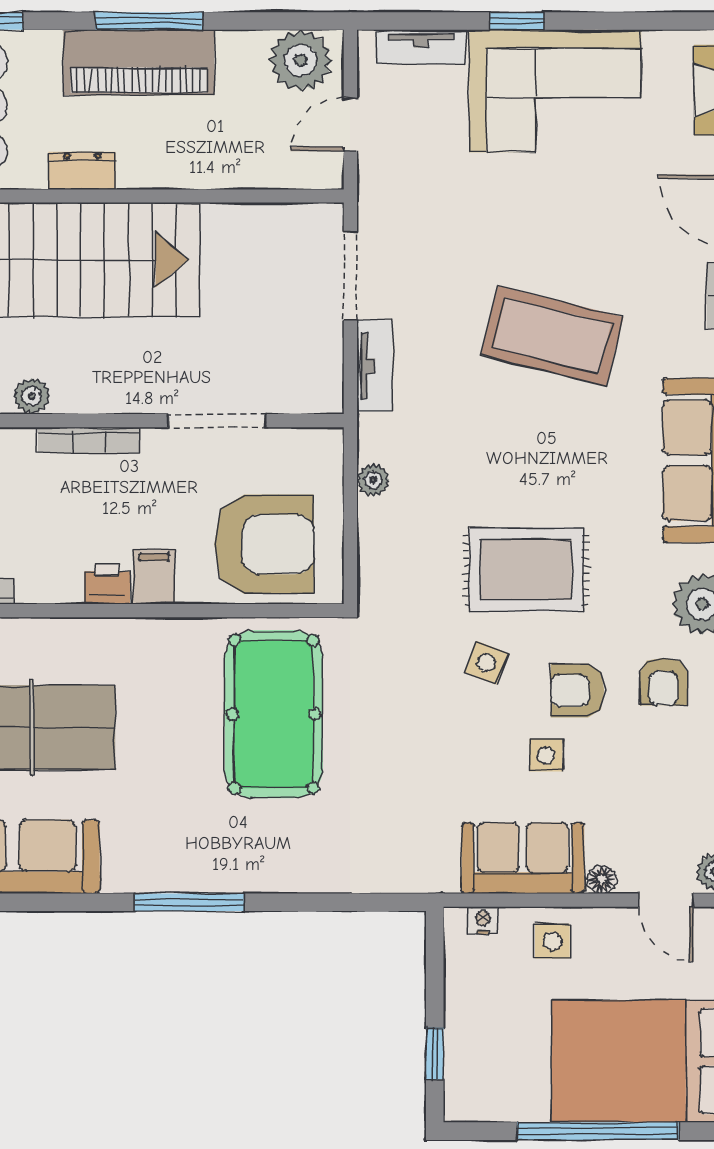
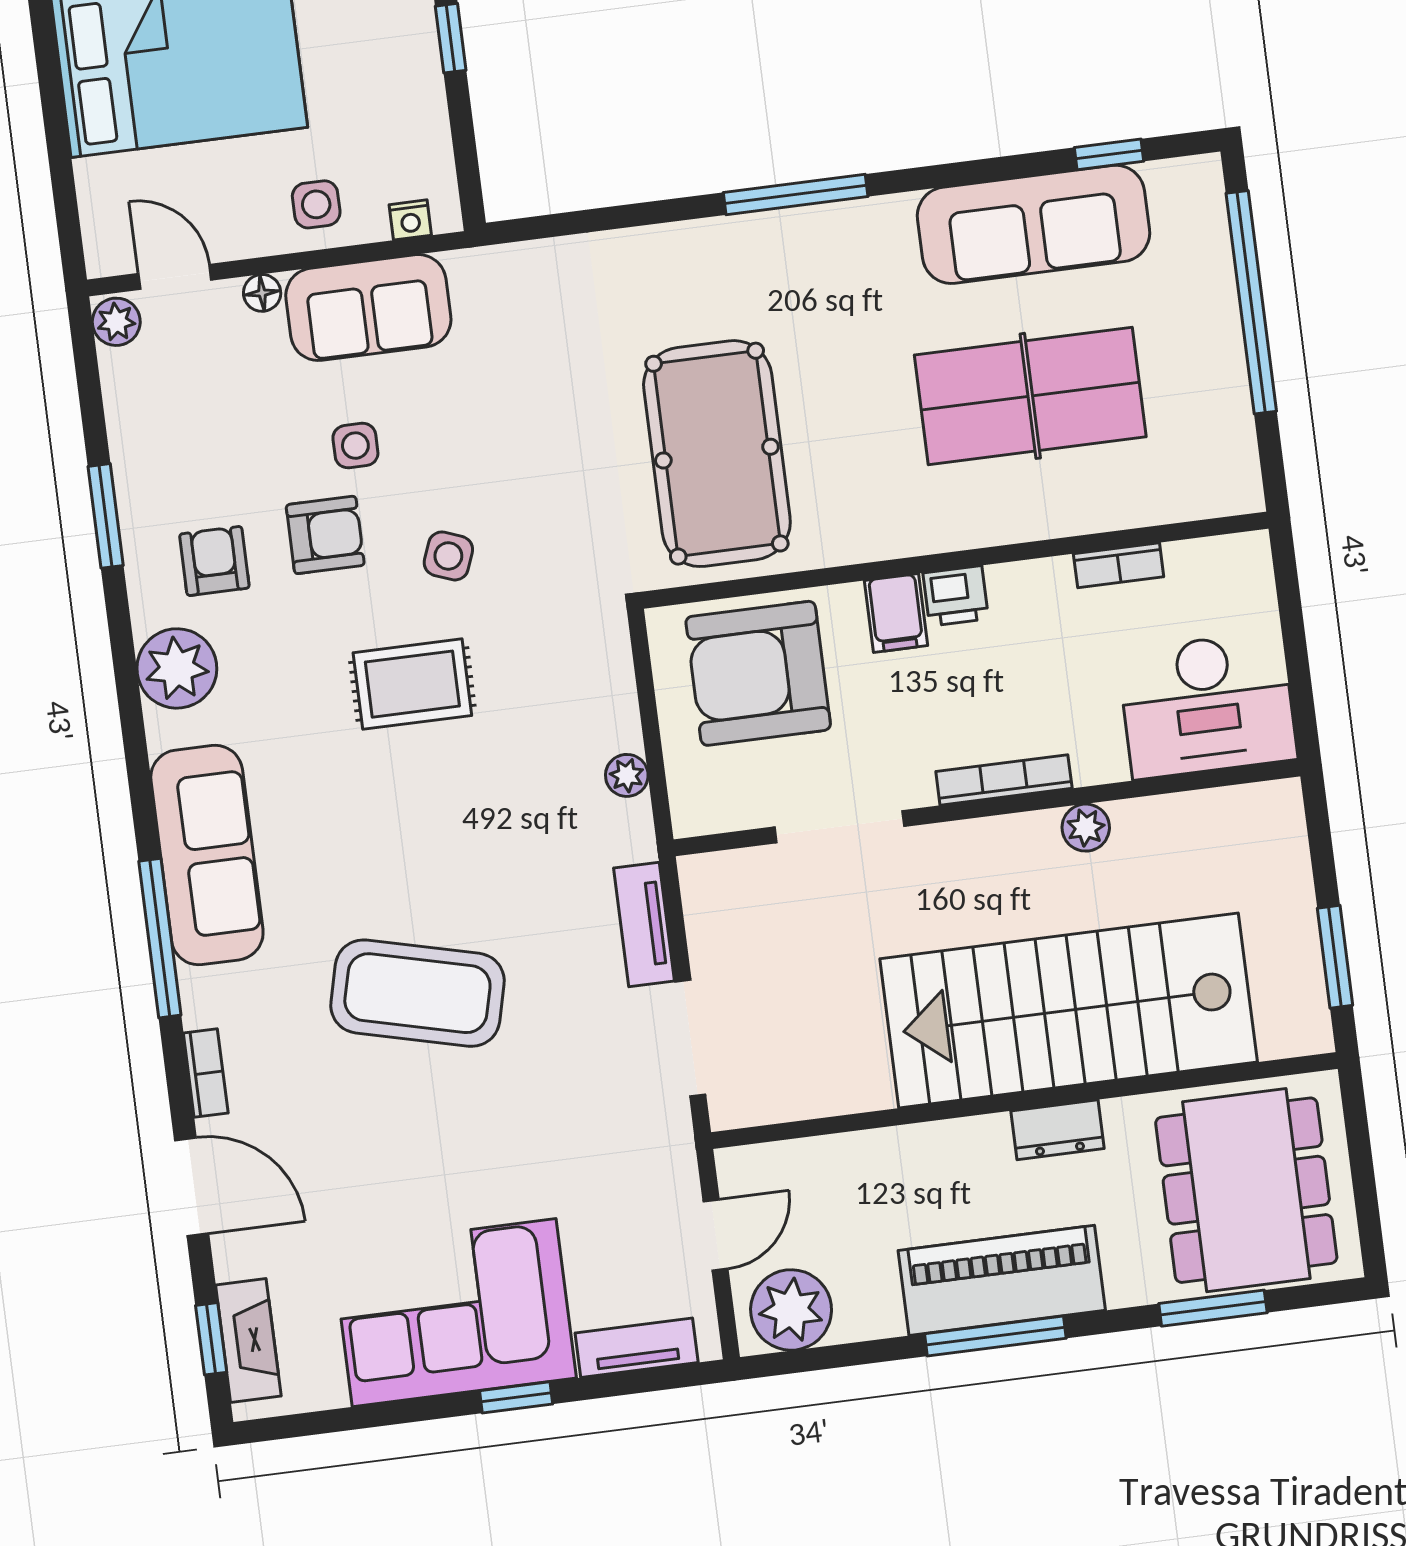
rug: (526, 570) -> (412, 684), width x0.73, depth x0.70

